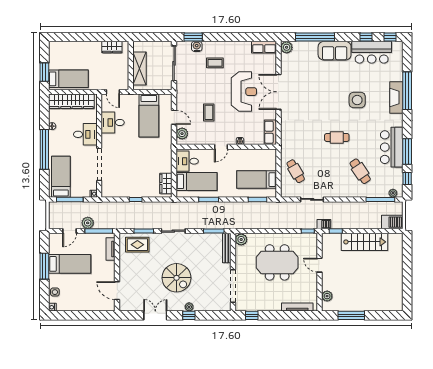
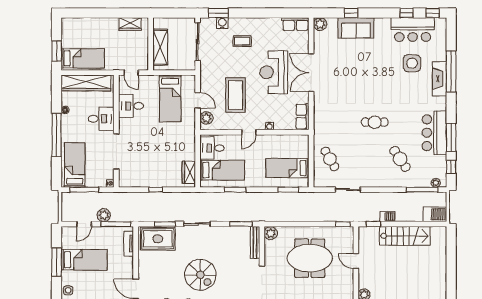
window: (315, 37) -> (351, 13), width x0.32
sofa: (335, 51) -> (356, 28), moved
reception desk: (244, 92) -> (274, 72), turned 180
side table: (357, 100) -> (412, 63), moved
coffee table: (209, 112) -> (235, 95), width x1.86, depth x1.72
barbecue: (324, 224) -> (387, 216), moved
rug: (137, 245) -> (158, 239), width x1.36, depth x1.43

